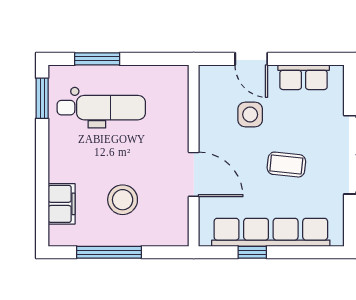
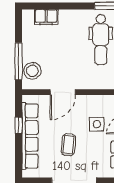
stool: (123, 200) -> (32, 71), moved
window: (109, 252) -> (19, 61), moved

